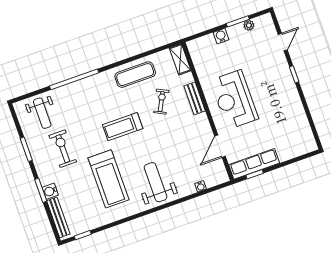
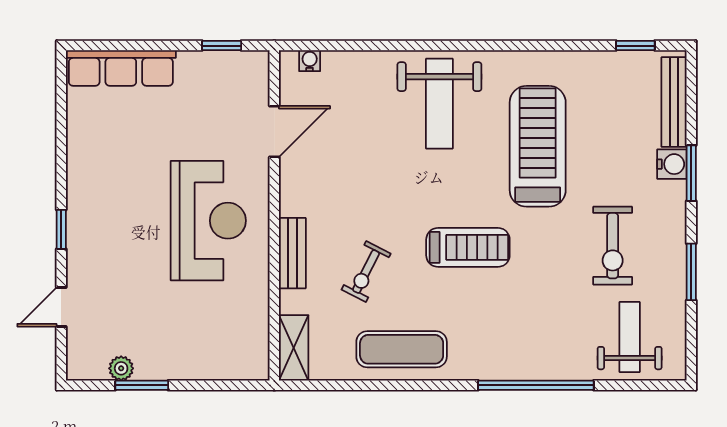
water cooler: (221, 36) -> (189, 366), removed
row of seats: (254, 164) -> (121, 68), moved
water cooler: (201, 186) -> (310, 61), moved

